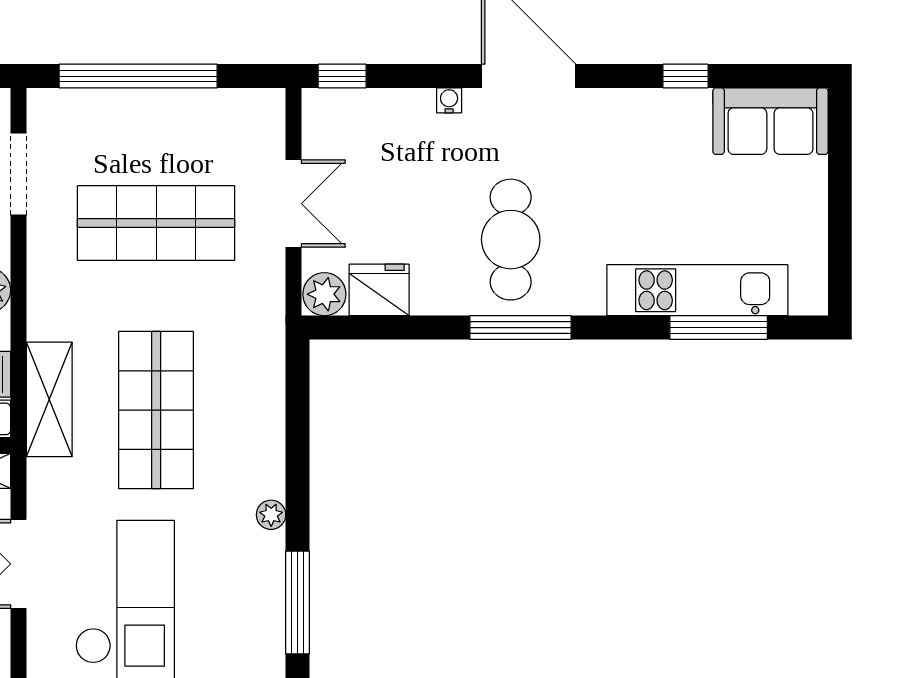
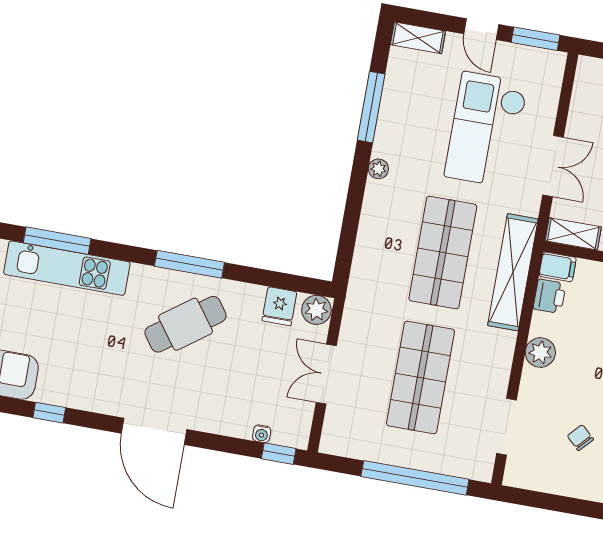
water cooler: (449, 100) -> (262, 434), moved
shop shelf: (156, 223) -> (421, 377), turned 90
cafe table: (511, 240) -> (186, 324), turned 54
fridge: (379, 290) -> (279, 306), width x0.72
shelving: (49, 399) -> (513, 272), width x1.47

